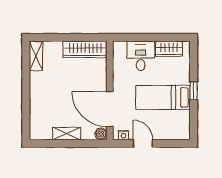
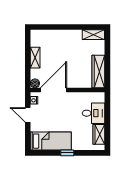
bed: (163, 97) -> (51, 141), moved, turned 90
door: (143, 143) -> (28, 115), swing flipped

